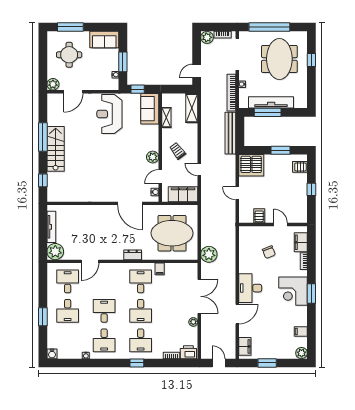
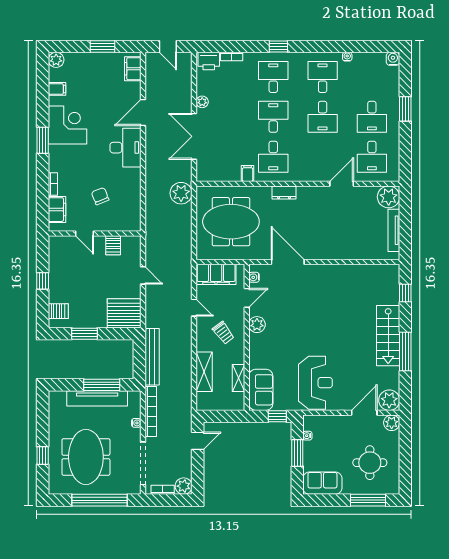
plant: (55, 101) -> (389, 400), added
shelving: (192, 108) -> (204, 372), moved
corner desk: (293, 291) -> (67, 125), moved
desk: (68, 311) -> (372, 117), turned 180

